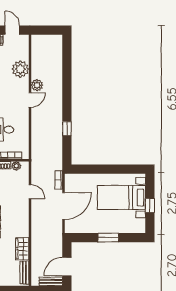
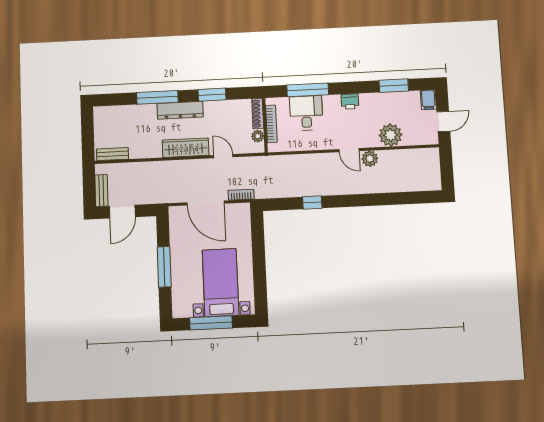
door: (30, 192) -> (223, 156), swing flipped
window: (150, 205) -> (211, 323), width x2.17
window: (108, 238) -> (164, 267), width x1.44
wardrobe: (22, 249) -> (186, 148), moved, width x1.50
door: (67, 267) -> (122, 212), swing flipped

